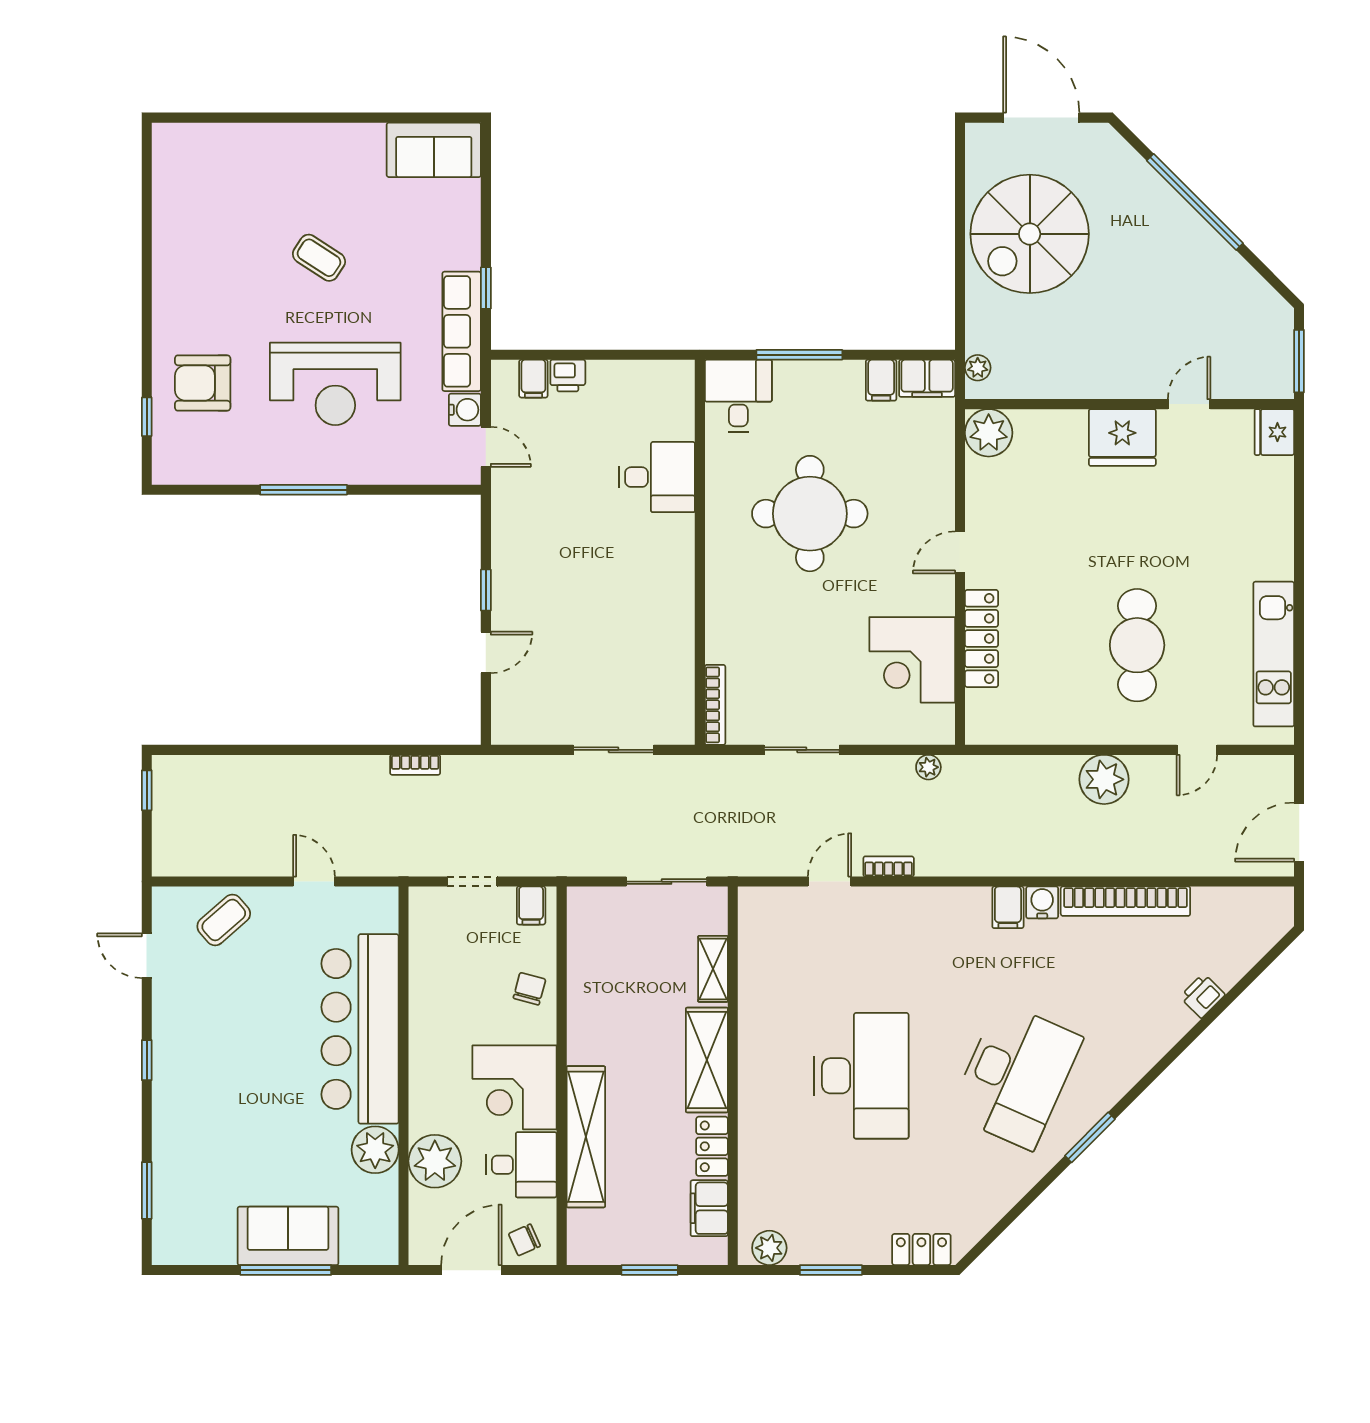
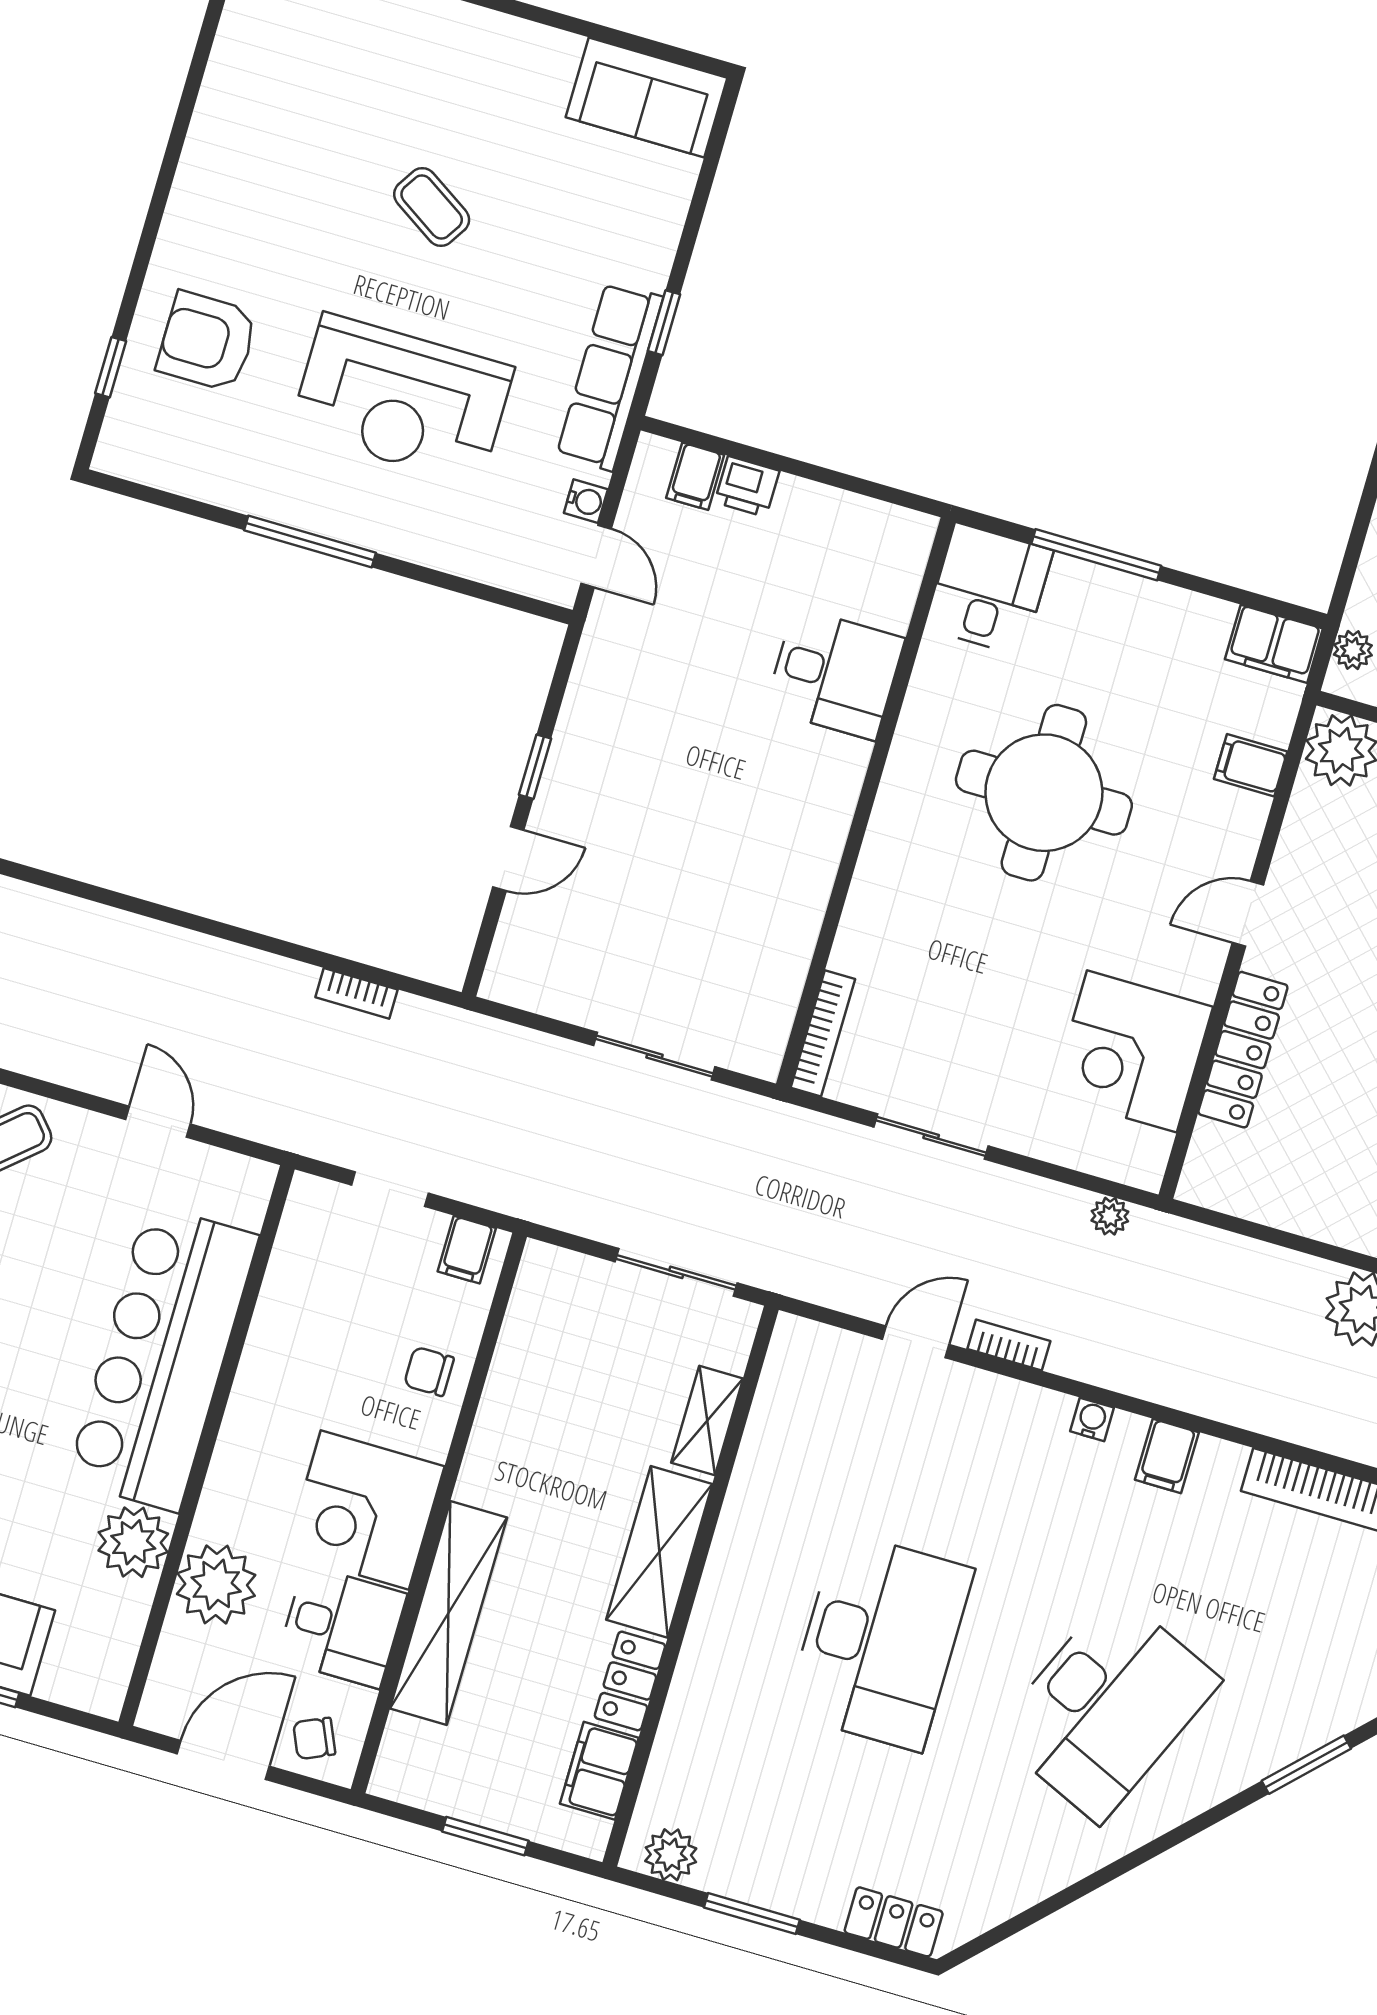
filing cabinet: (881, 380) -> (1251, 765), moved, turned 90
water cooler: (465, 410) -> (586, 501), width x0.72, depth x0.72
water cooler: (1042, 902) -> (1092, 1419), moved, width x0.72, depth x0.72
chair: (529, 989) -> (429, 1371), turned -105
window: (1090, 1137) -> (1306, 1765), moved

